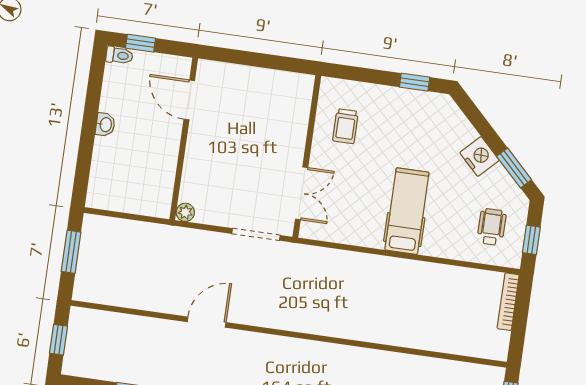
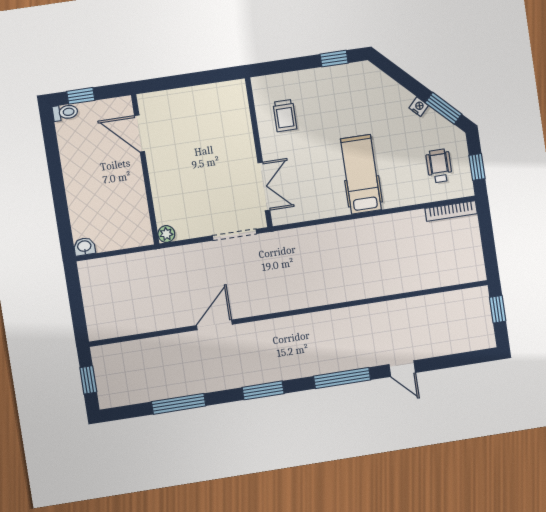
washbasin: (105, 125) -> (84, 247), moved, turned -90
nightstand: (479, 156) -> (419, 107), width x0.53, depth x0.56
window: (71, 252) -> (76, 299), removed
bookcase: (508, 302) -> (451, 211), moved, turned -90

